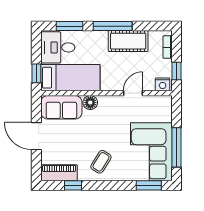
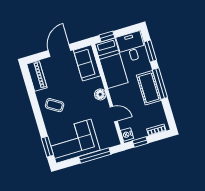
cot: (128, 41) -> (149, 88), moved
floor lamp: (90, 103) -> (100, 94), moved
window: (177, 147) -> (95, 155), moved
window: (73, 185) -> (30, 89), removed

